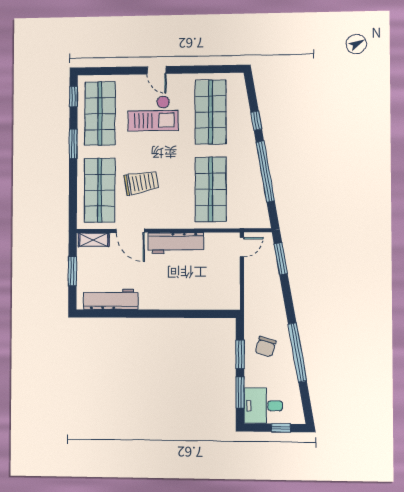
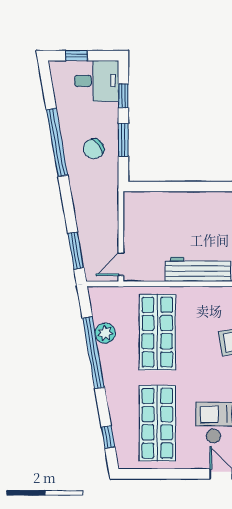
window: (256, 121) -> (108, 437), moved
plant: (255, 188) -> (105, 333), added
chair: (266, 347) -> (94, 149), turned -141
window: (240, 392) -> (123, 96), width x0.67

